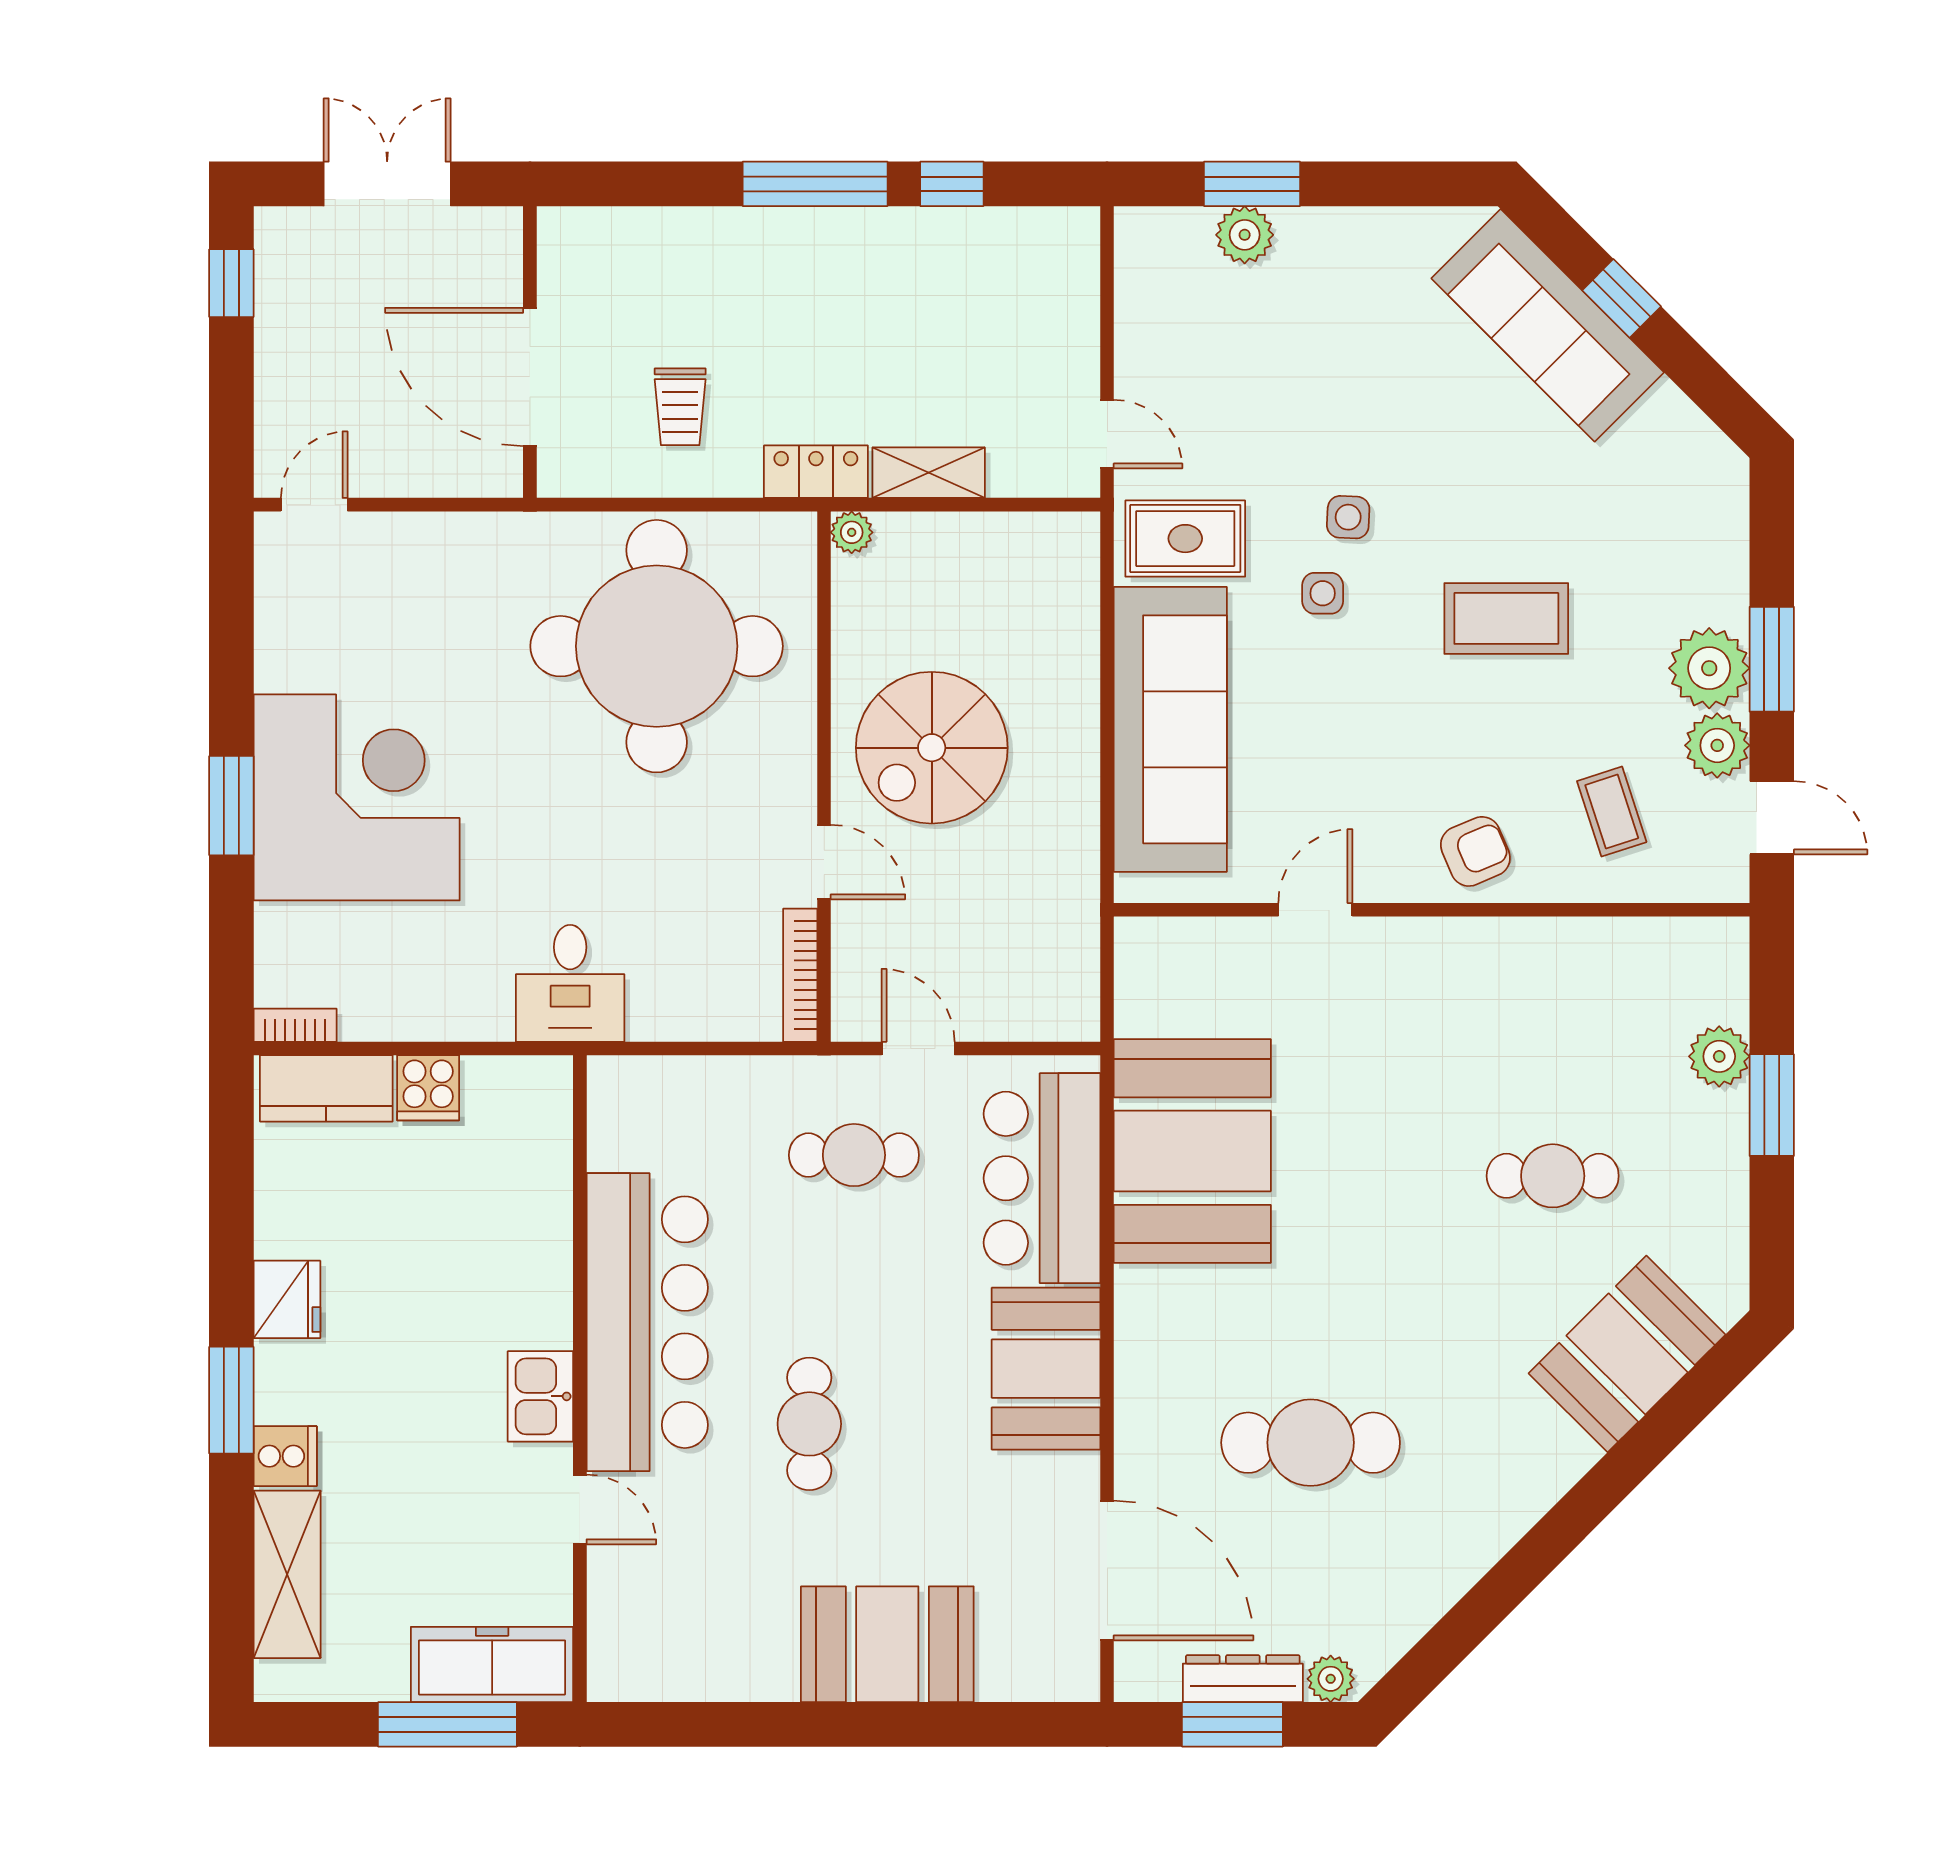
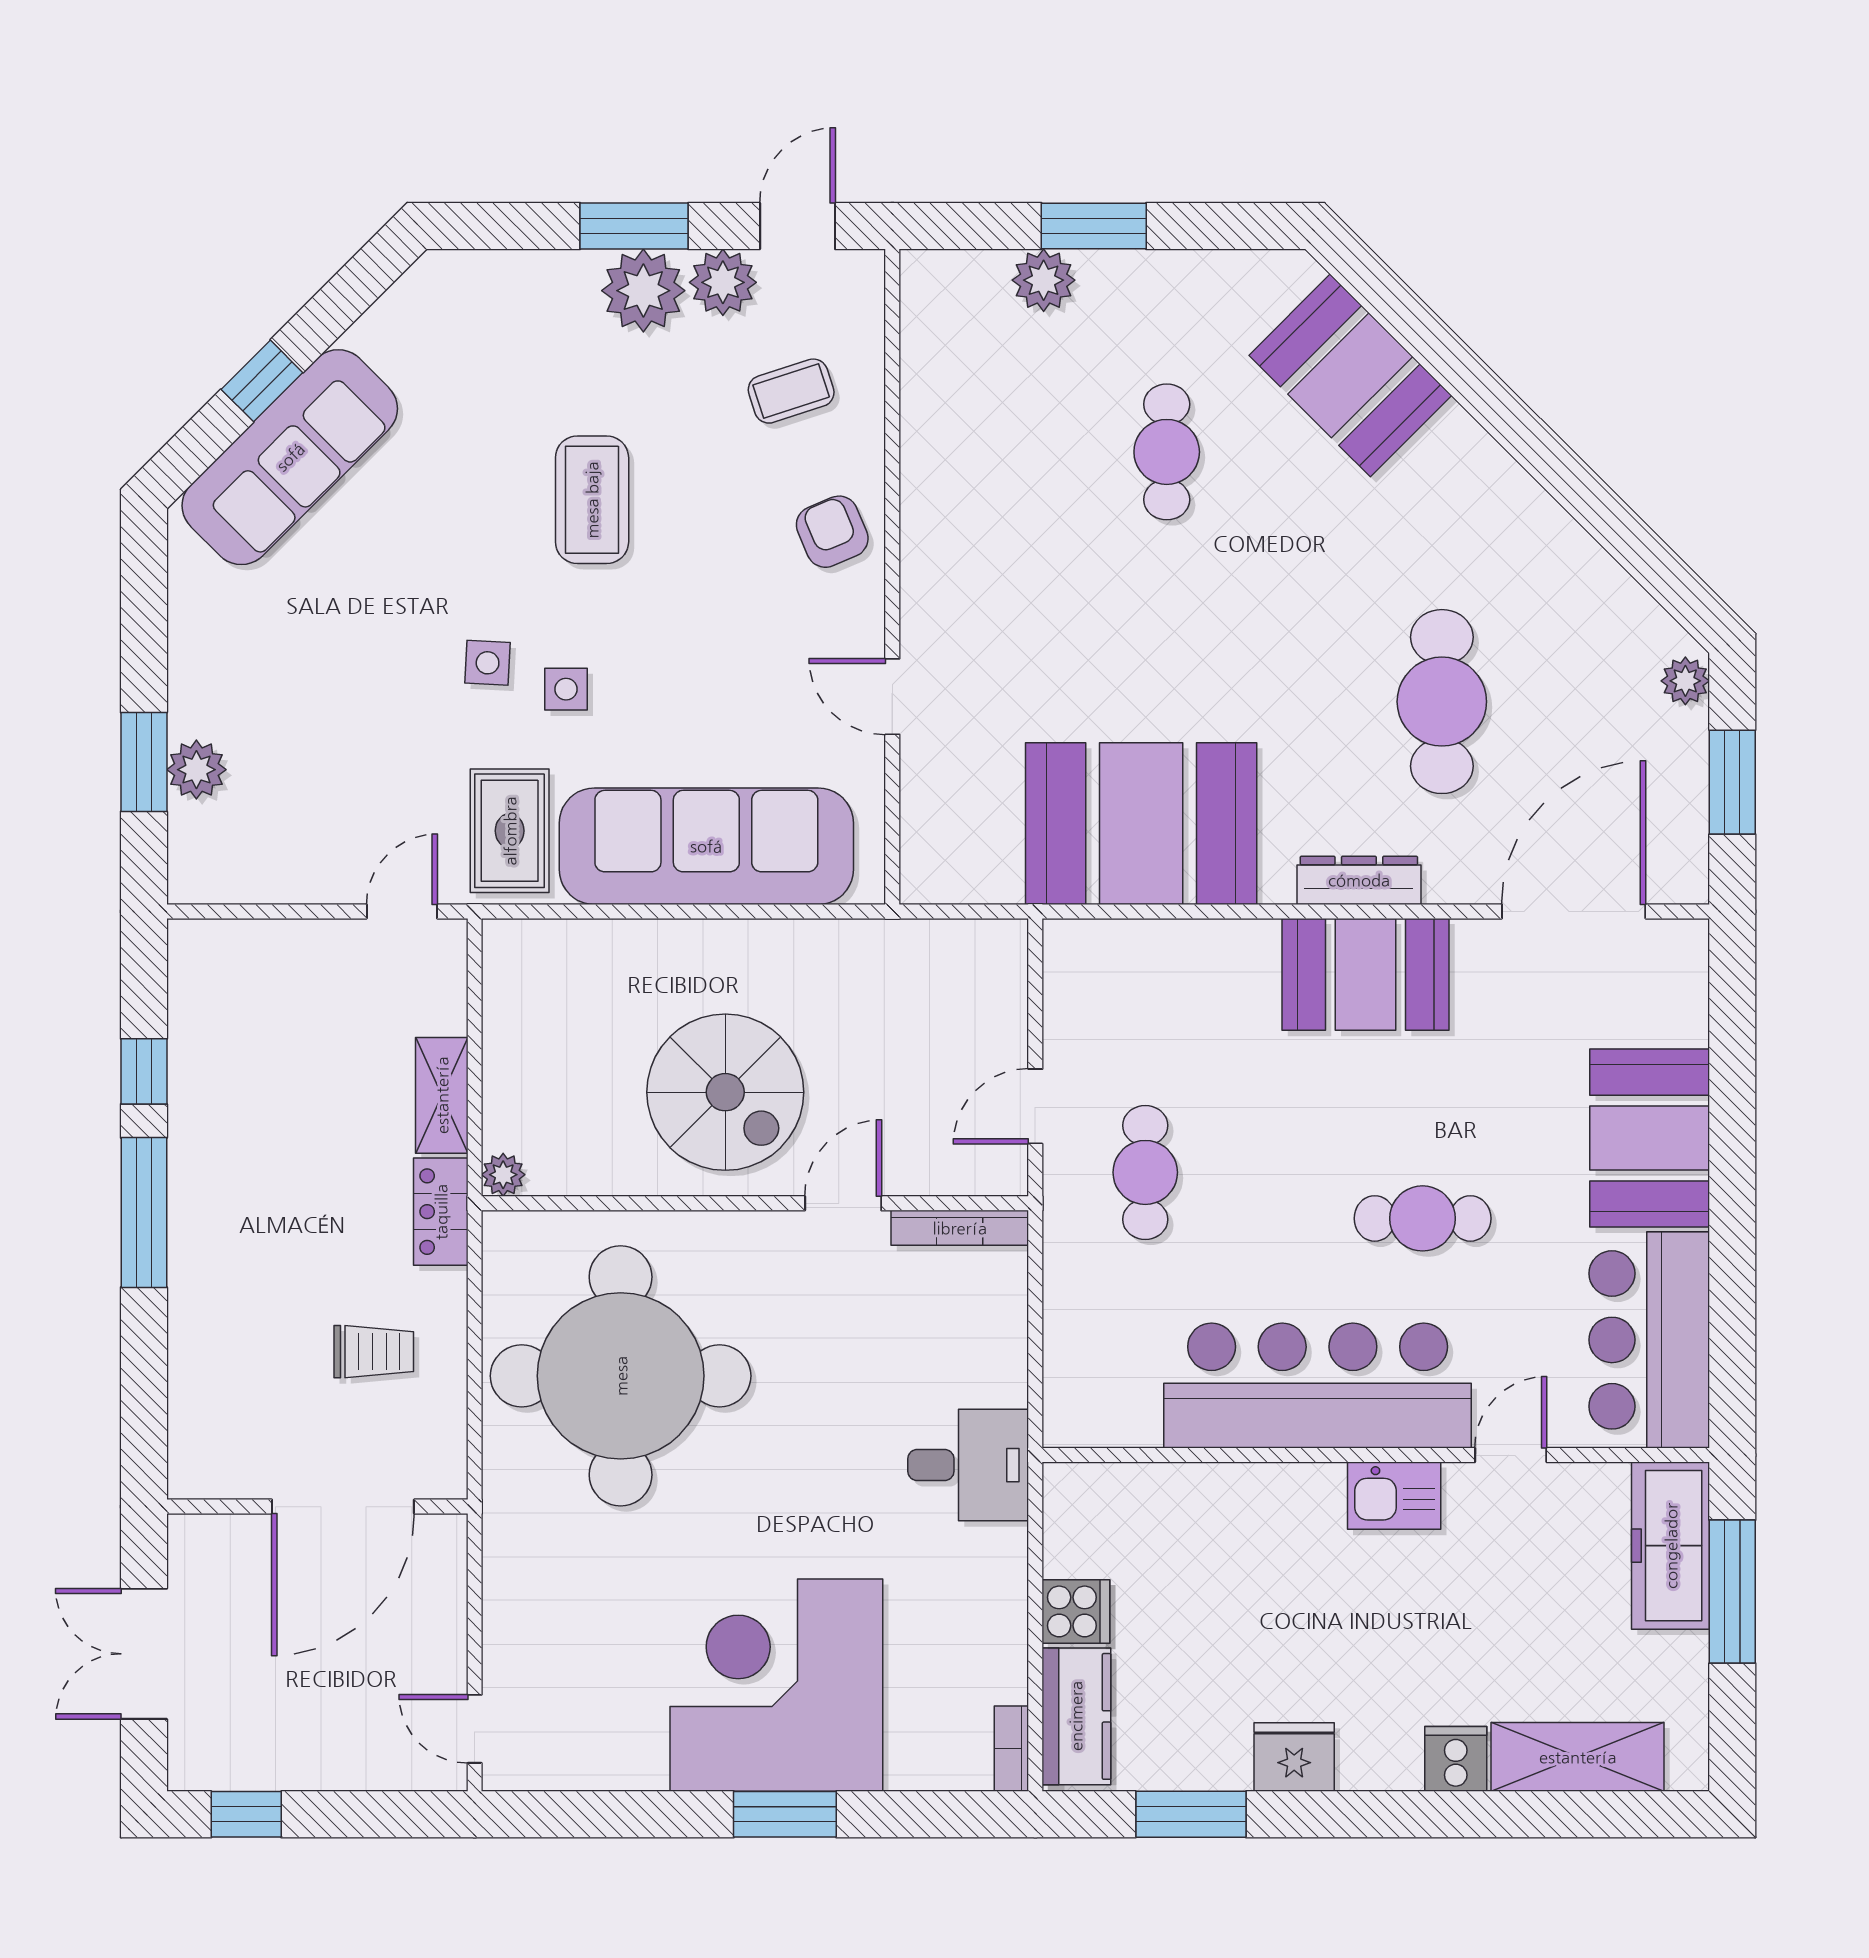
bar counter: (1042, 1178) -> (1649, 1340), moved, turned 90
window: (231, 1400) -> (1191, 1814), moved
dresser: (1243, 1679) -> (1359, 880), moved, turned 90

